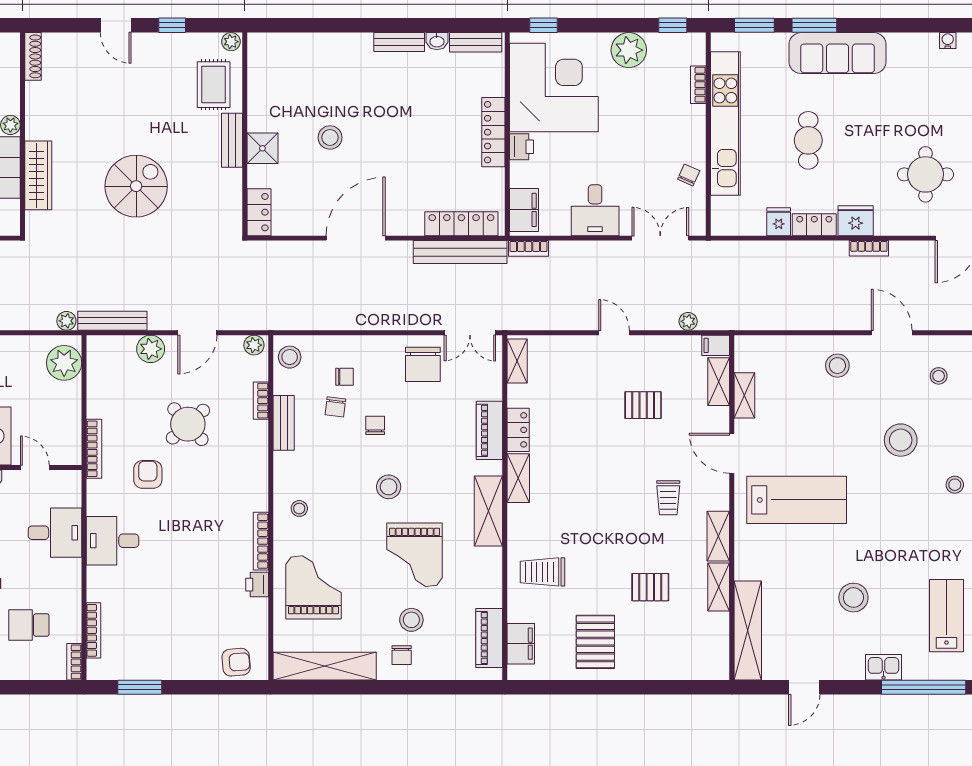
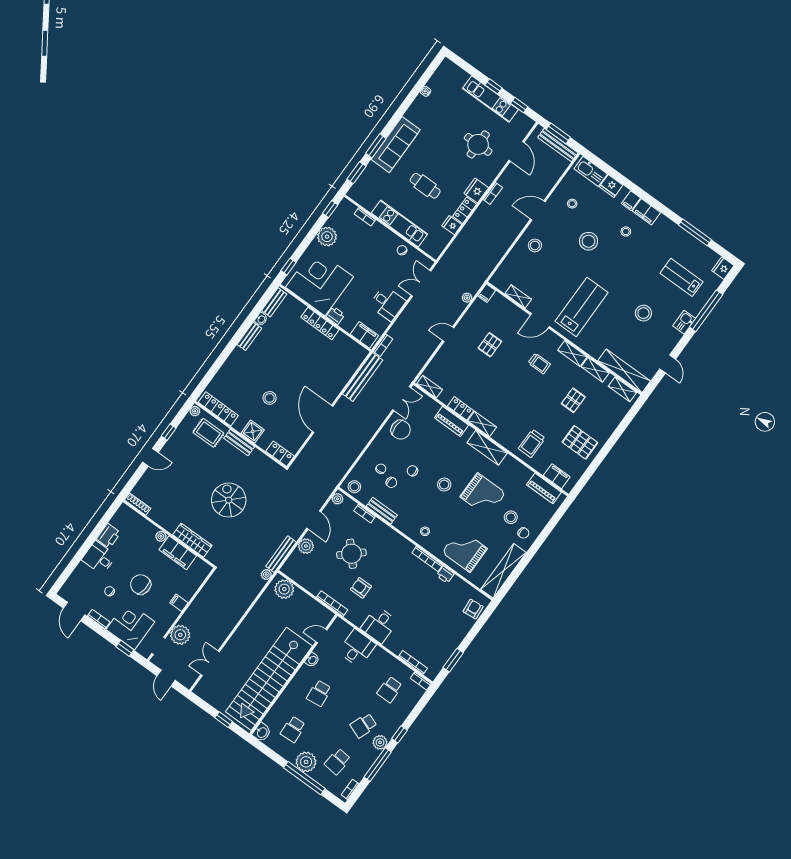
kitchen unit: (725, 124) -> (399, 223), width x0.73
locker: (461, 224) -> (218, 409), moved, turned 90
shelving: (719, 382) -> (622, 389), moved

